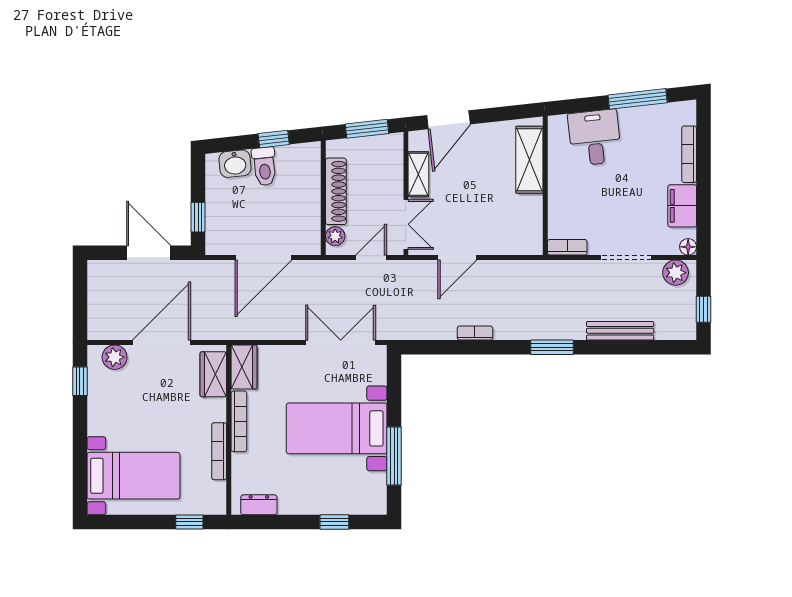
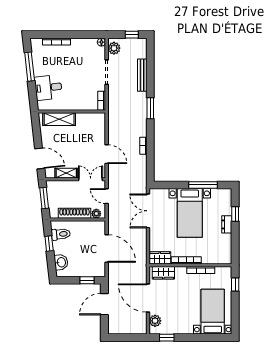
toilet: (264, 166) -> (61, 234), moved
filing cabinet: (682, 206) -> (82, 45), removed
dresser: (259, 505) -> (227, 224), moved

